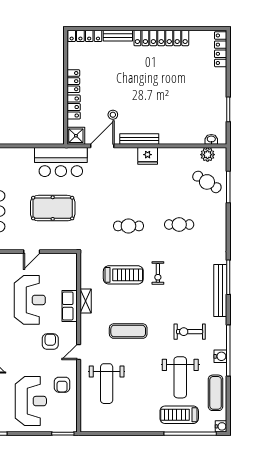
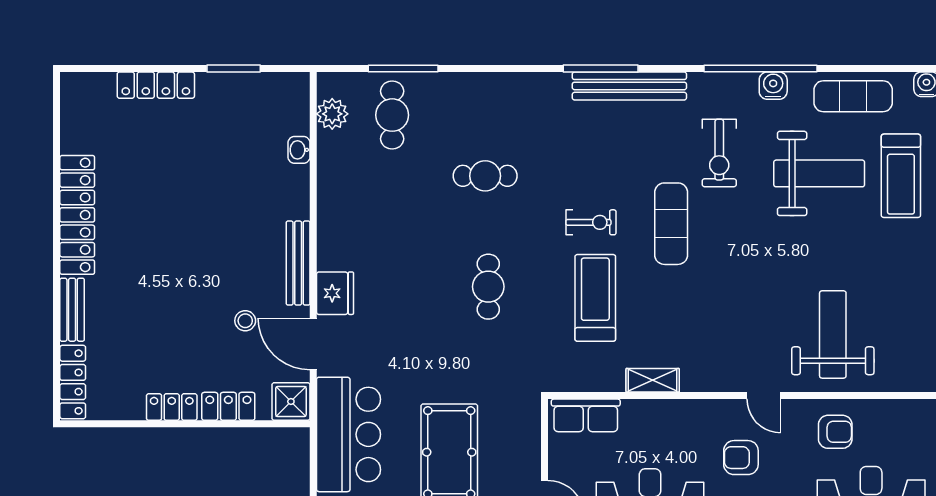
locker: (221, 49) -> (156, 85), moved
washbasin: (211, 139) -> (299, 150), moved
fridge: (148, 156) -> (335, 293), moved
cafe table: (207, 182) -> (392, 115), turned -32
cafe table: (179, 225) -> (485, 176), turned 90
row of seats: (70, 306) -> (586, 415), moved
exercise mat: (128, 331) -> (671, 224), moved
weight bench: (107, 384) -> (833, 334), turned -90

